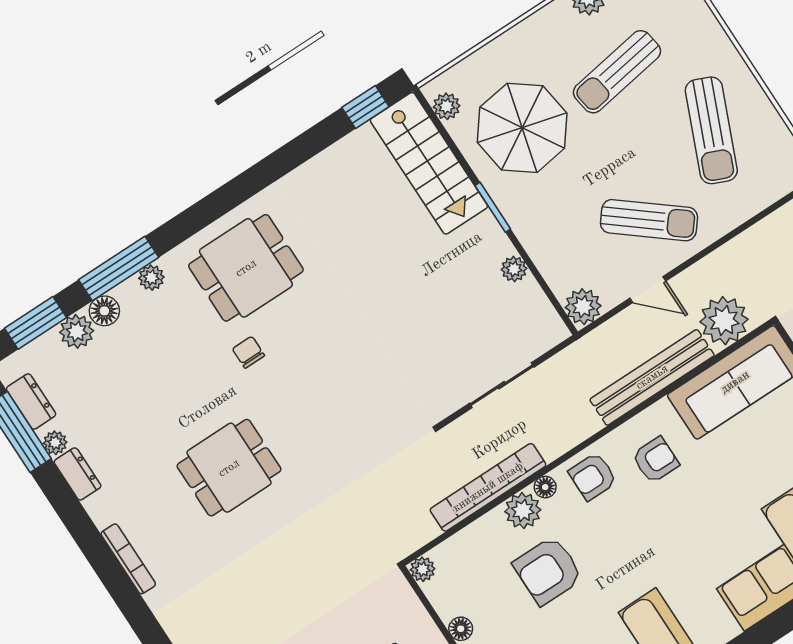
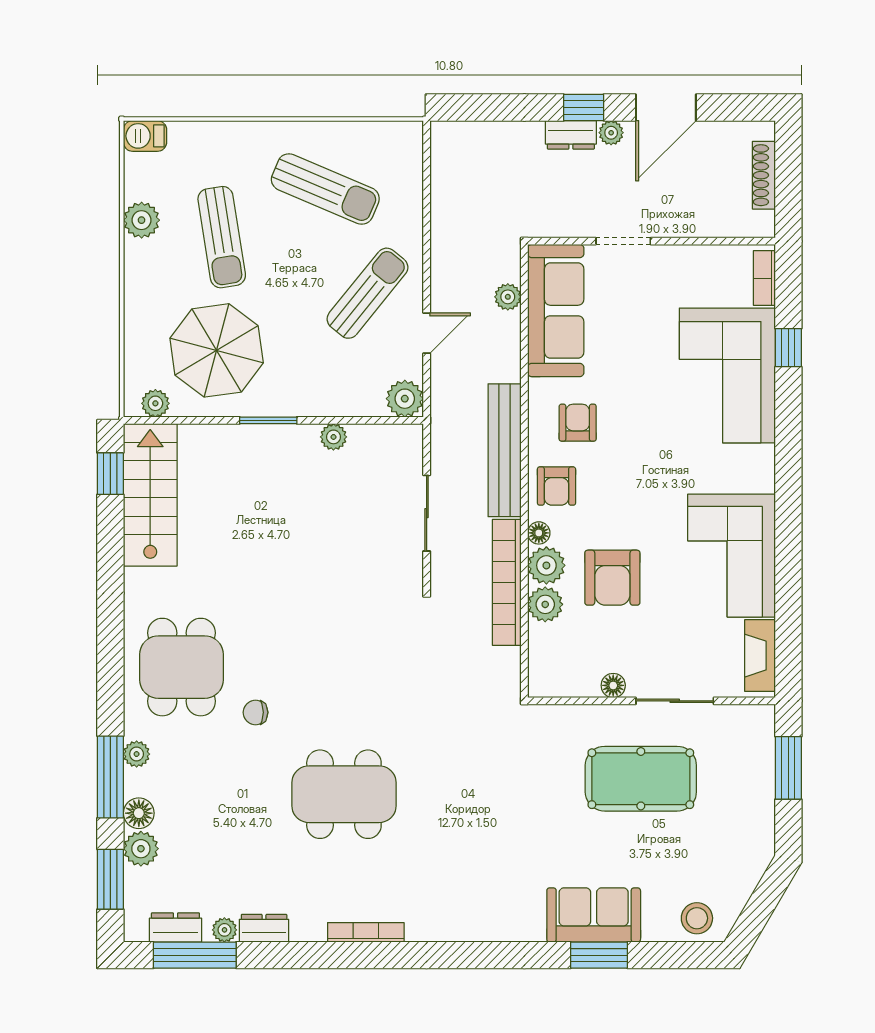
stairs: (429, 163) -> (150, 495), moved, turned -90
plant: (724, 321) -> (508, 297), width x0.53, depth x0.53
bench: (652, 377) -> (505, 450), moved
dining table: (229, 468) -> (344, 794), width x1.38
plant: (423, 569) -> (545, 604), moved, width x1.38, depth x1.38

